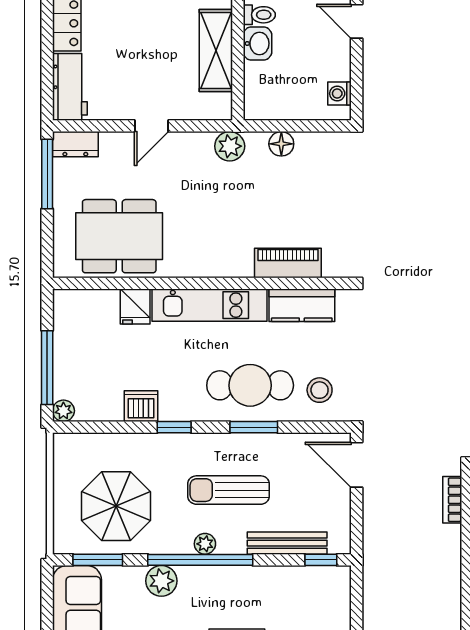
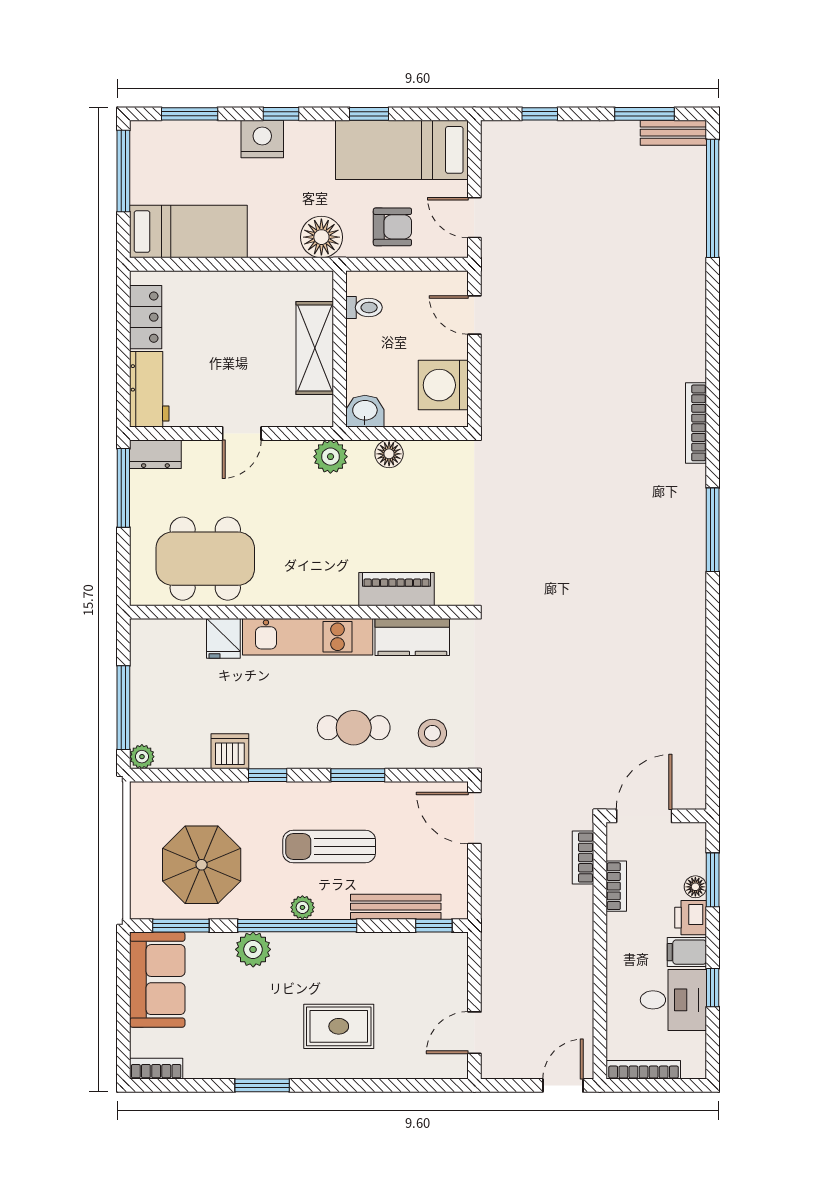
washbasin: (257, 43) -> (365, 411), moved, turned -90
washing machine: (339, 93) -> (443, 385), width x1.89, depth x1.89
cafe table: (250, 385) -> (354, 728), width x0.73, depth x0.74

